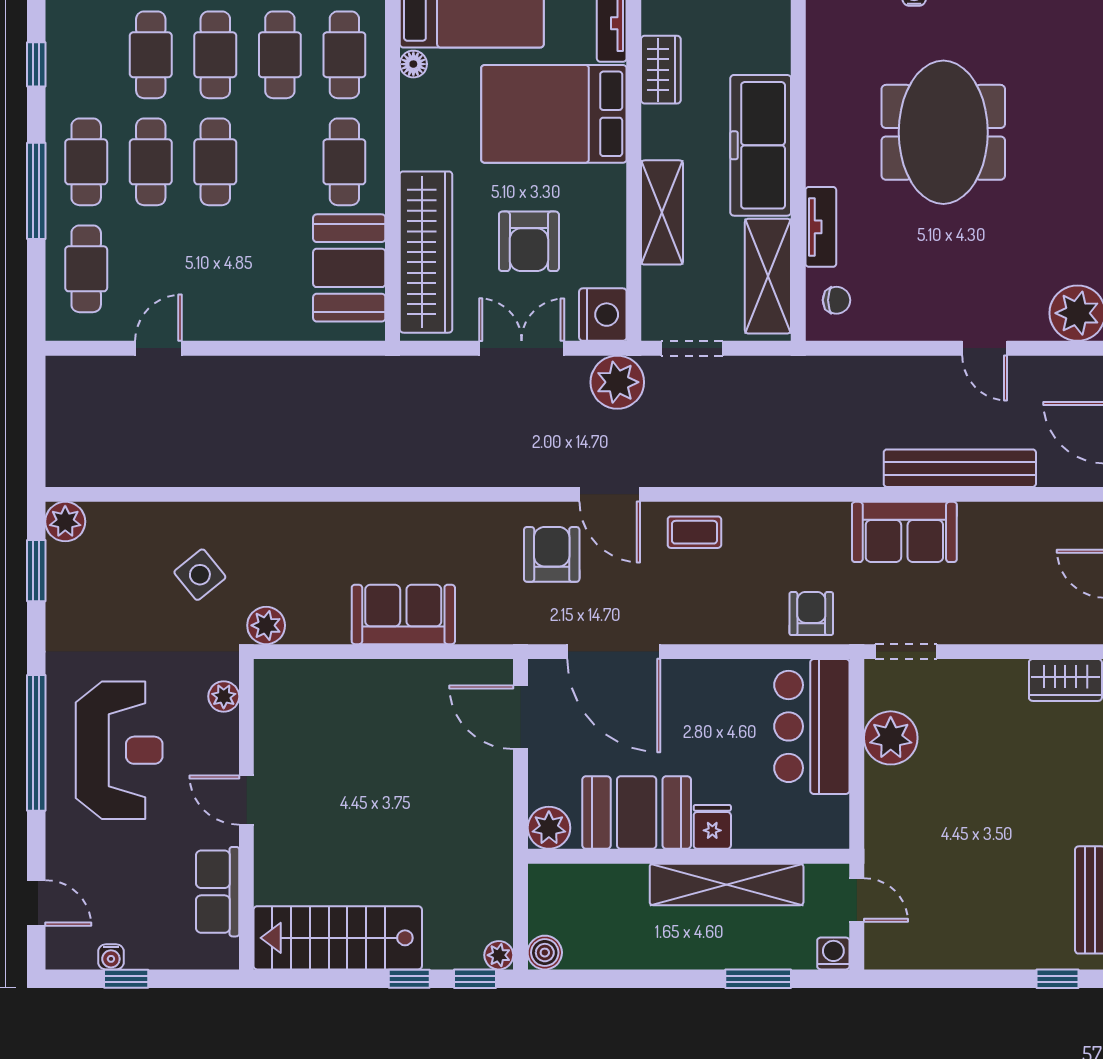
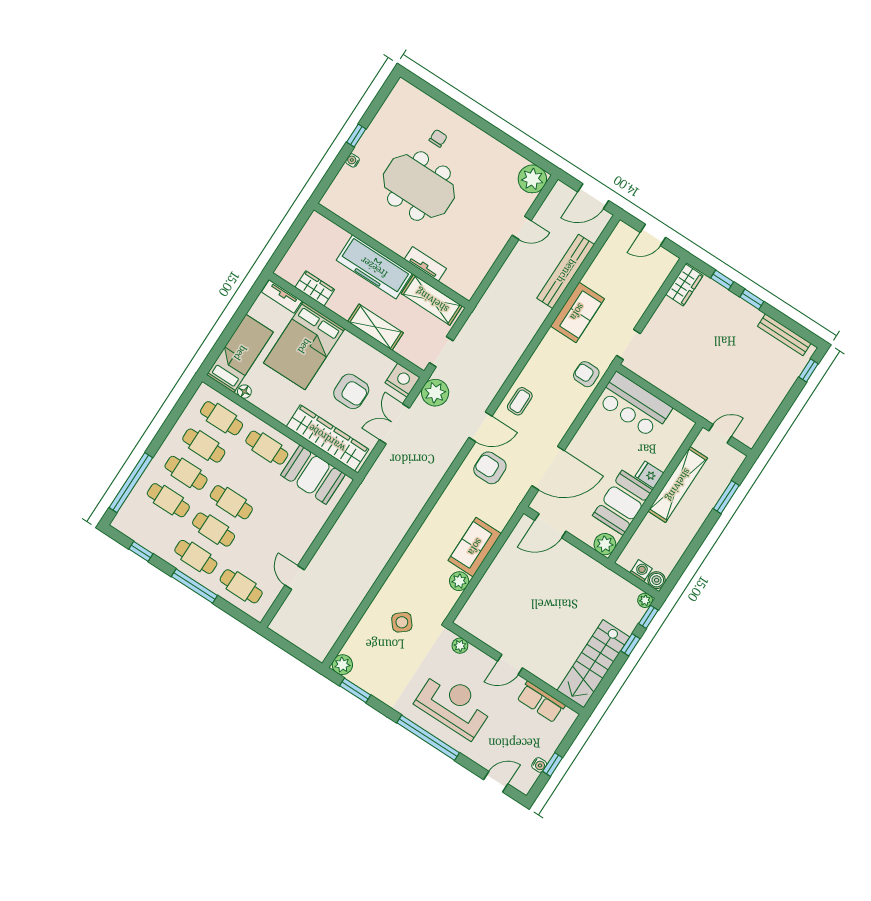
chair: (837, 300) -> (438, 138), moved
plant: (266, 625) -> (459, 581), moved
plant: (891, 738) -> (661, 375), removed
washing machine: (833, 953) -> (641, 571), moved, turned 90

